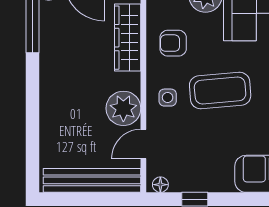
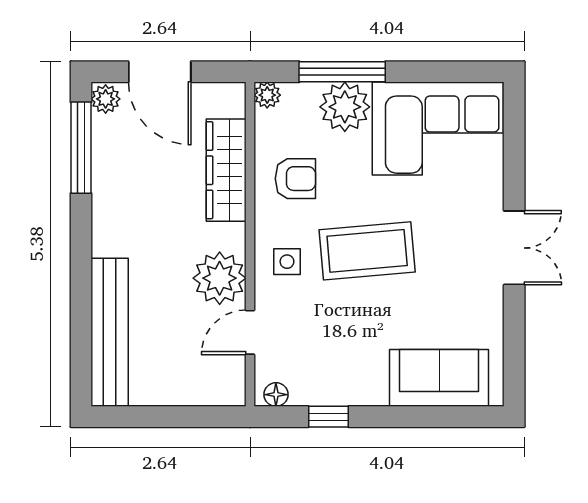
armchair: (173, 43) -> (295, 179), turned 180
bench: (92, 180) -> (110, 332), moved, turned 90

